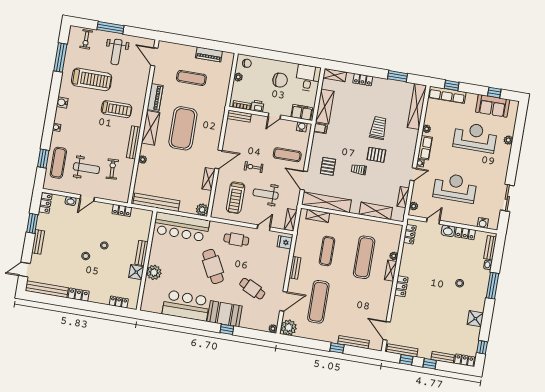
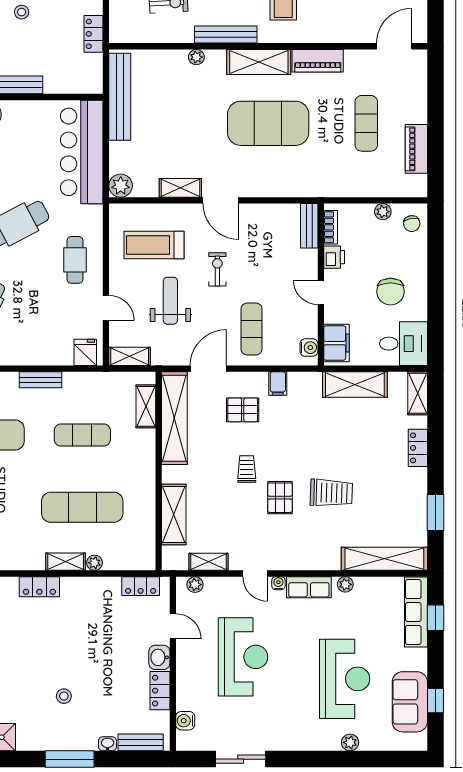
filing cabinet: (321, 128) -> (278, 384), moved

